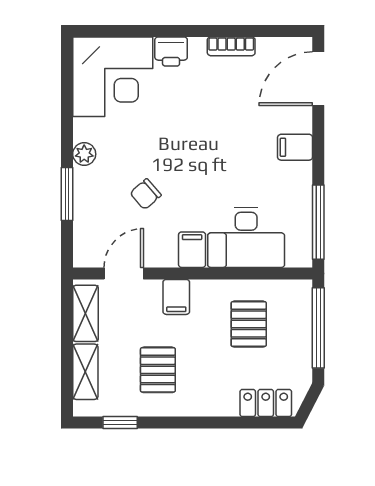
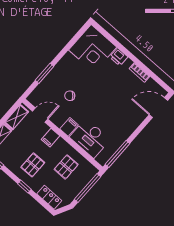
filing cabinet: (295, 147) -> (131, 123), removed
plant: (84, 154) -> (61, 65), removed
pallet: (158, 370) -> (33, 165), moved
window: (206, 422) -> (24, 187), added

